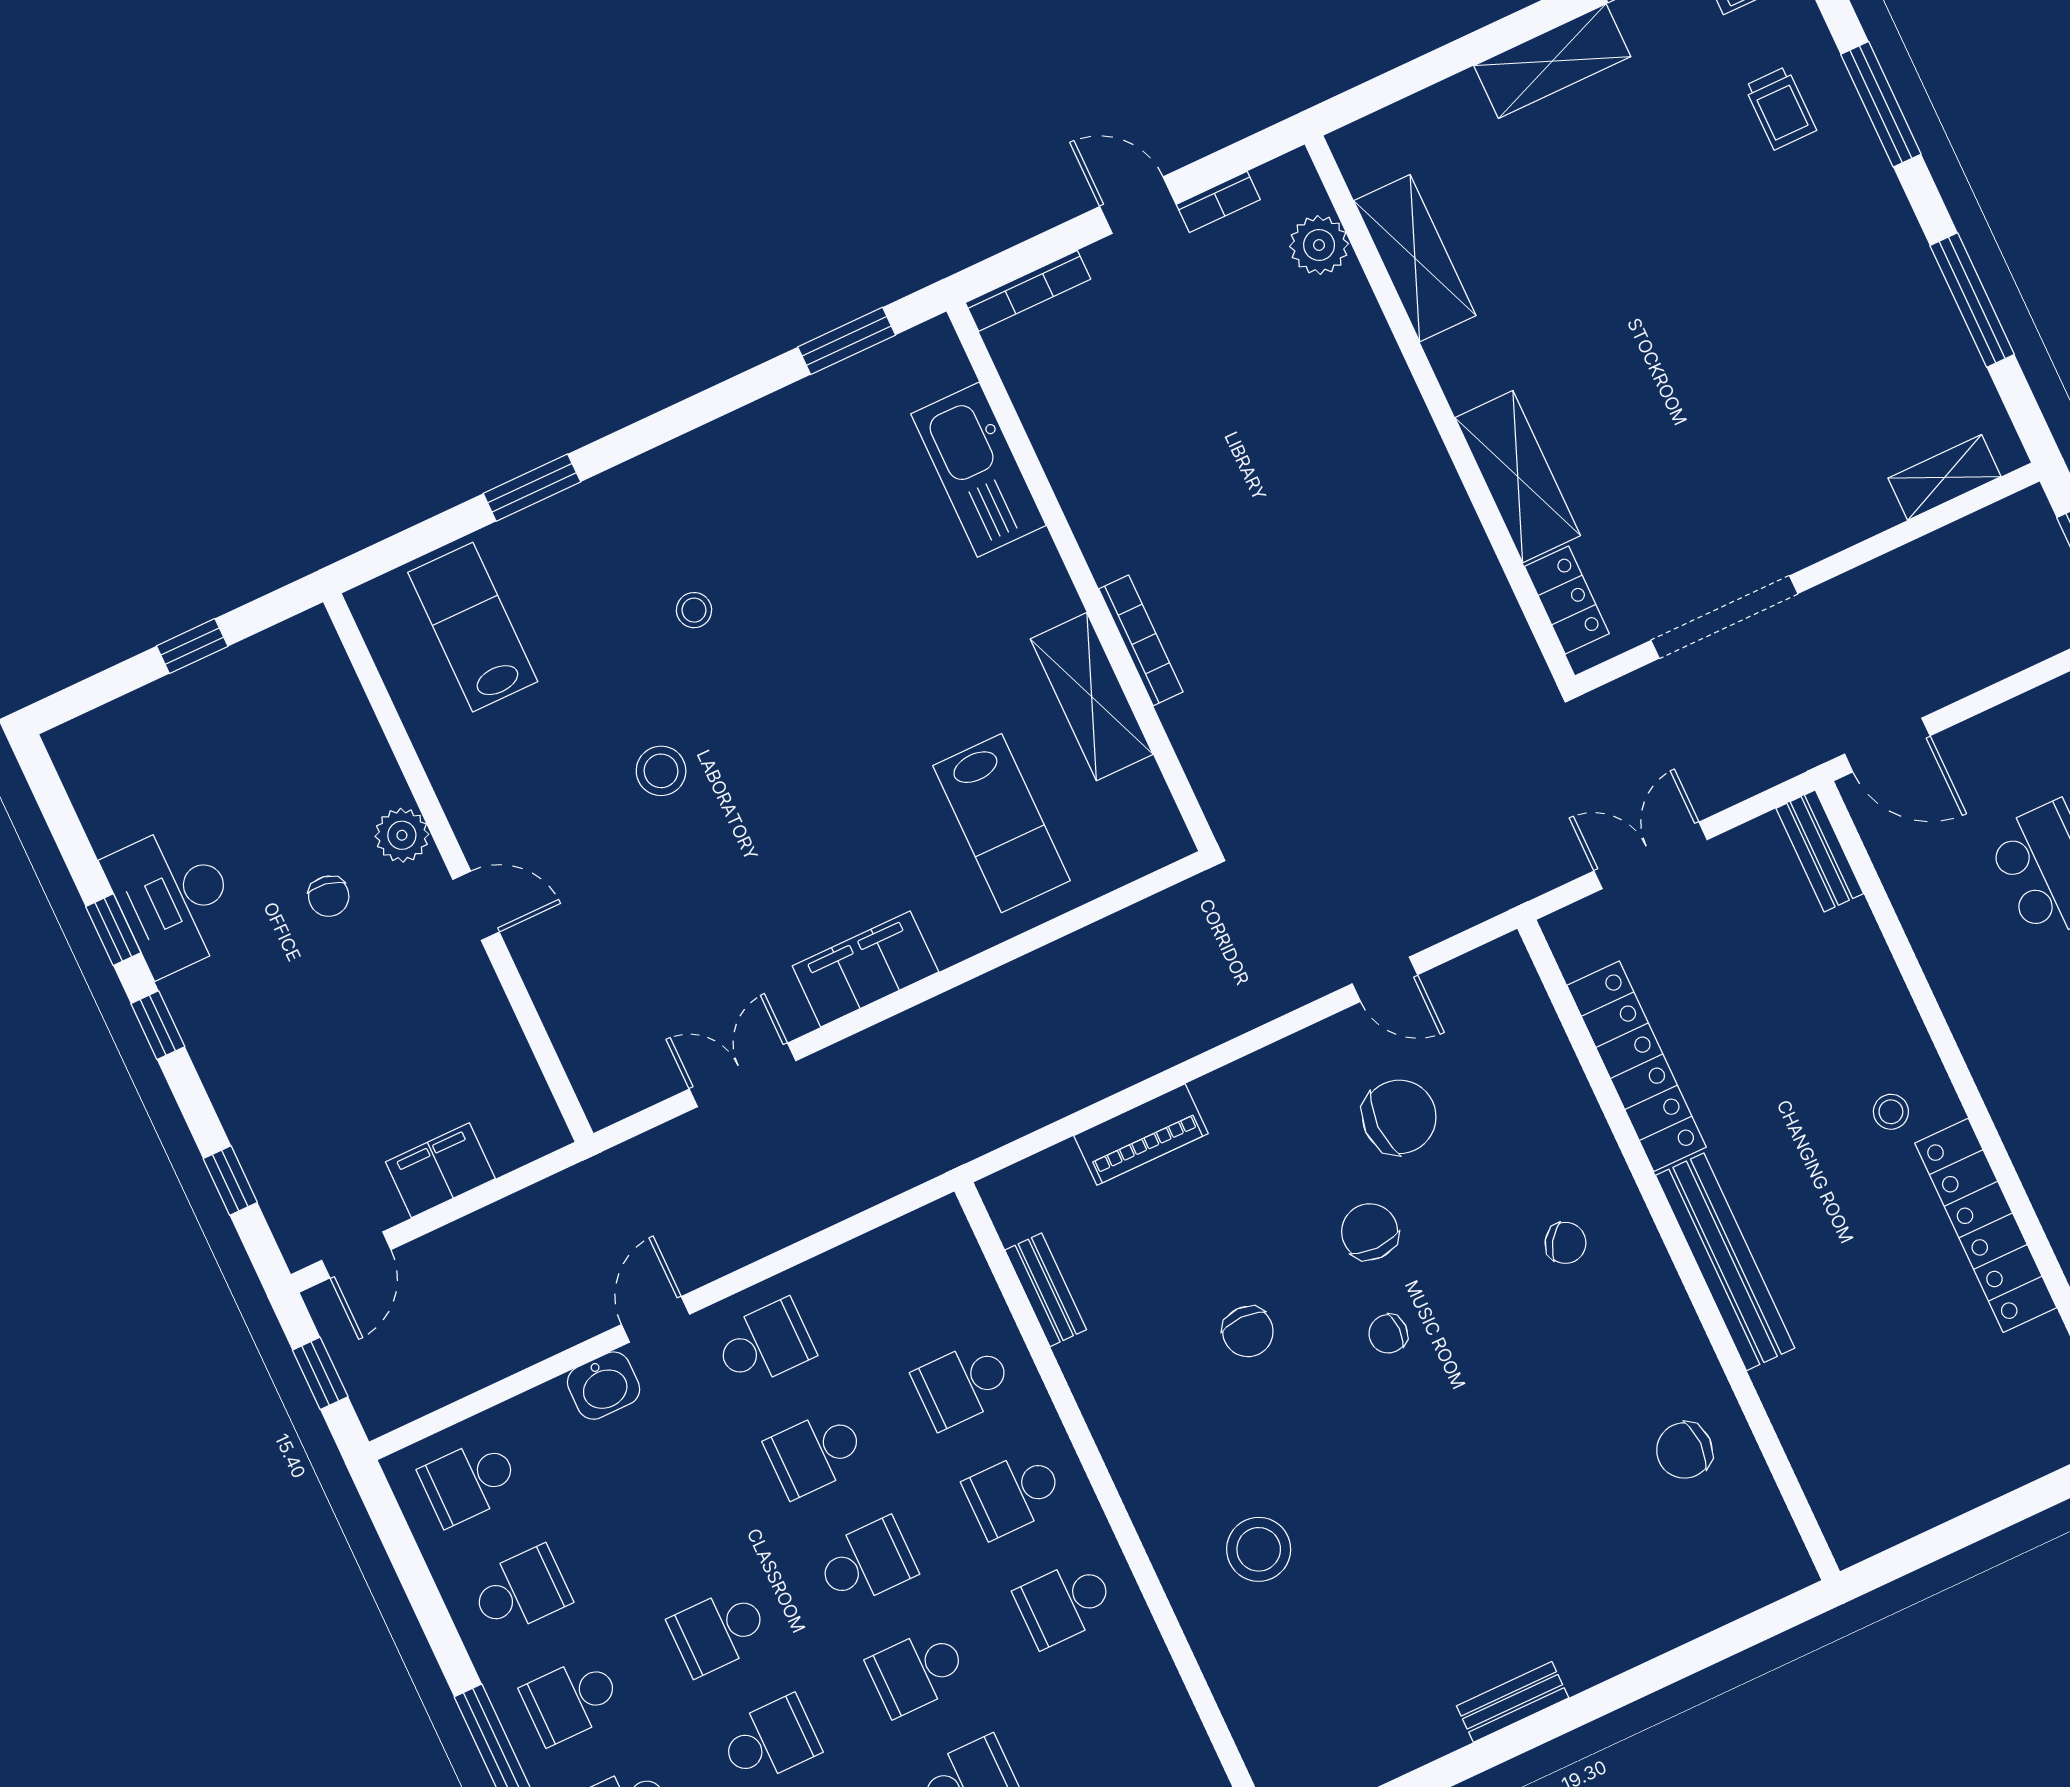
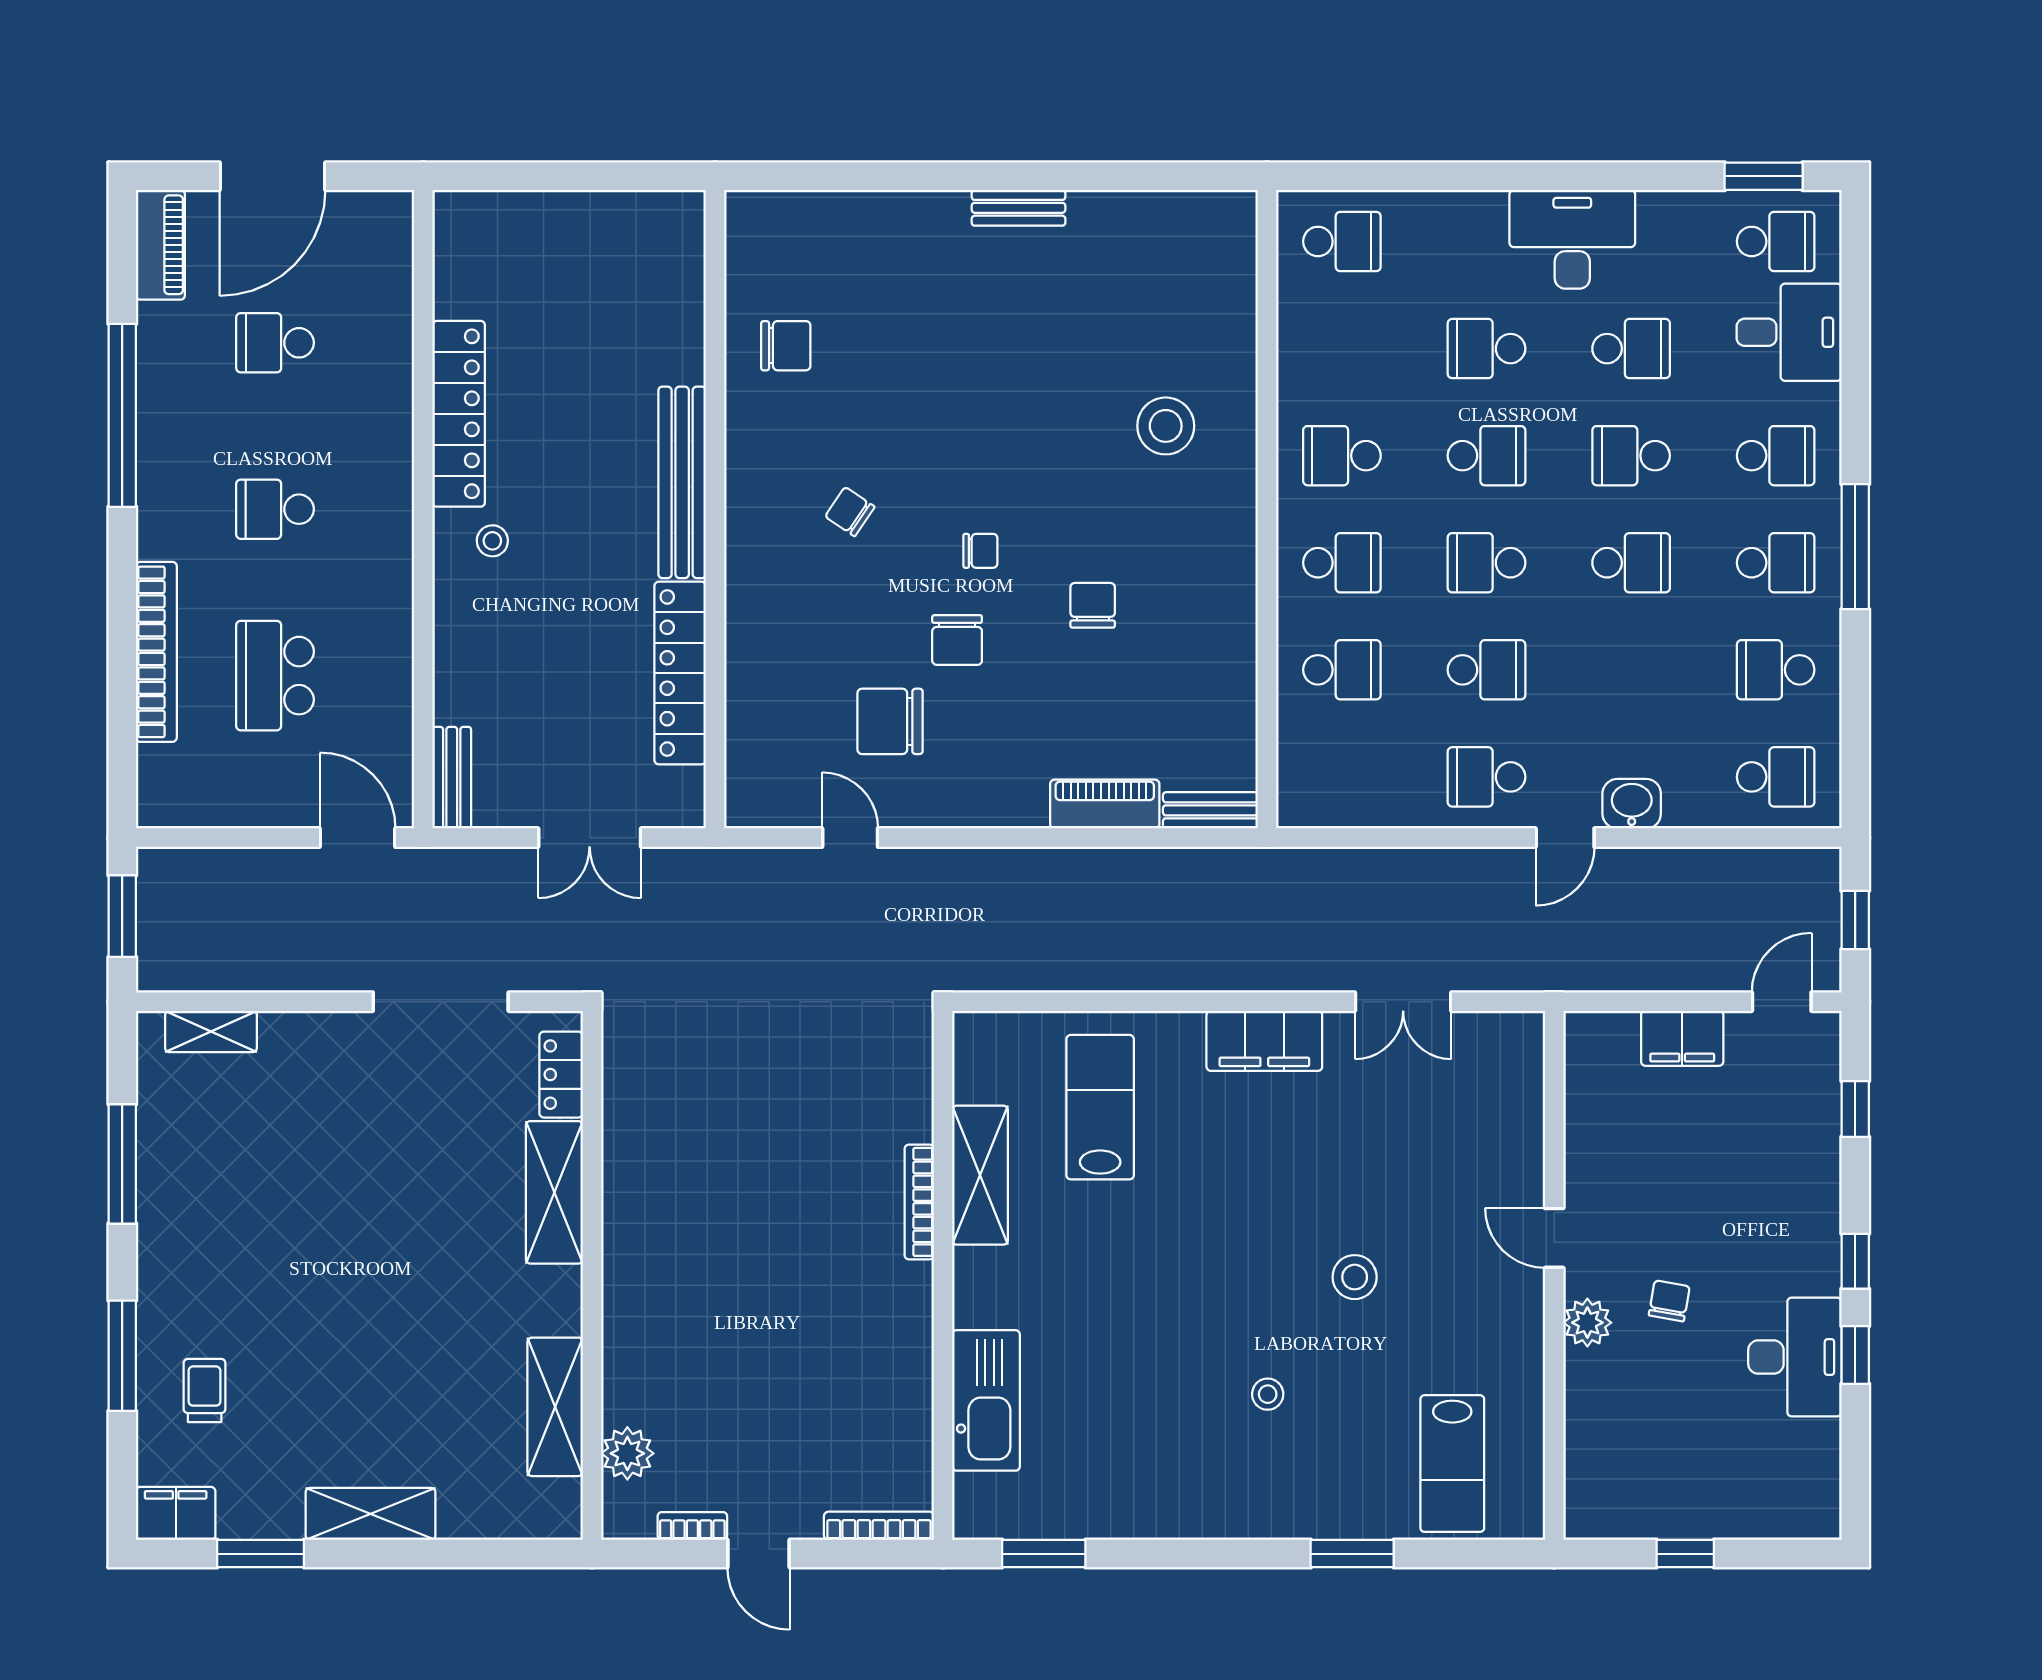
chair: (1566, 1243) -> (850, 512), moved
bench: (1046, 1290) -> (1210, 810), moved, turned 90
school desk: (1065, 1603) -> (1342, 456), turned 180

